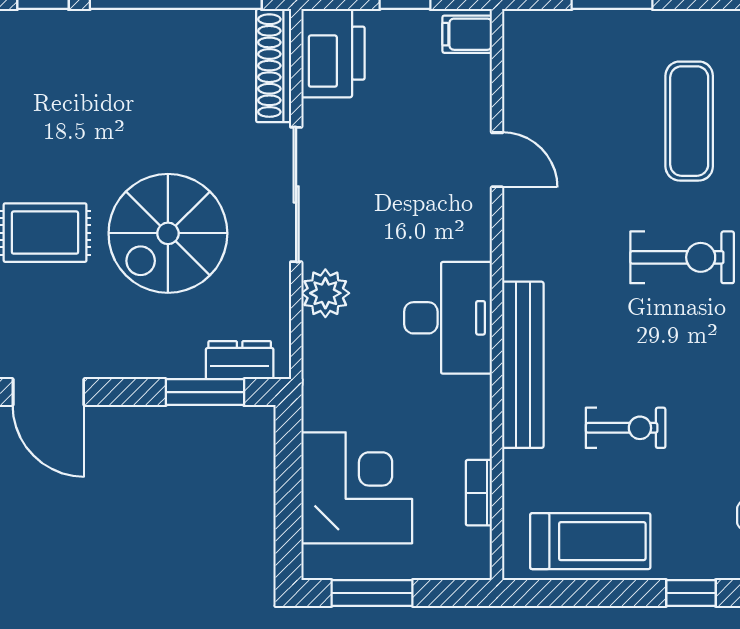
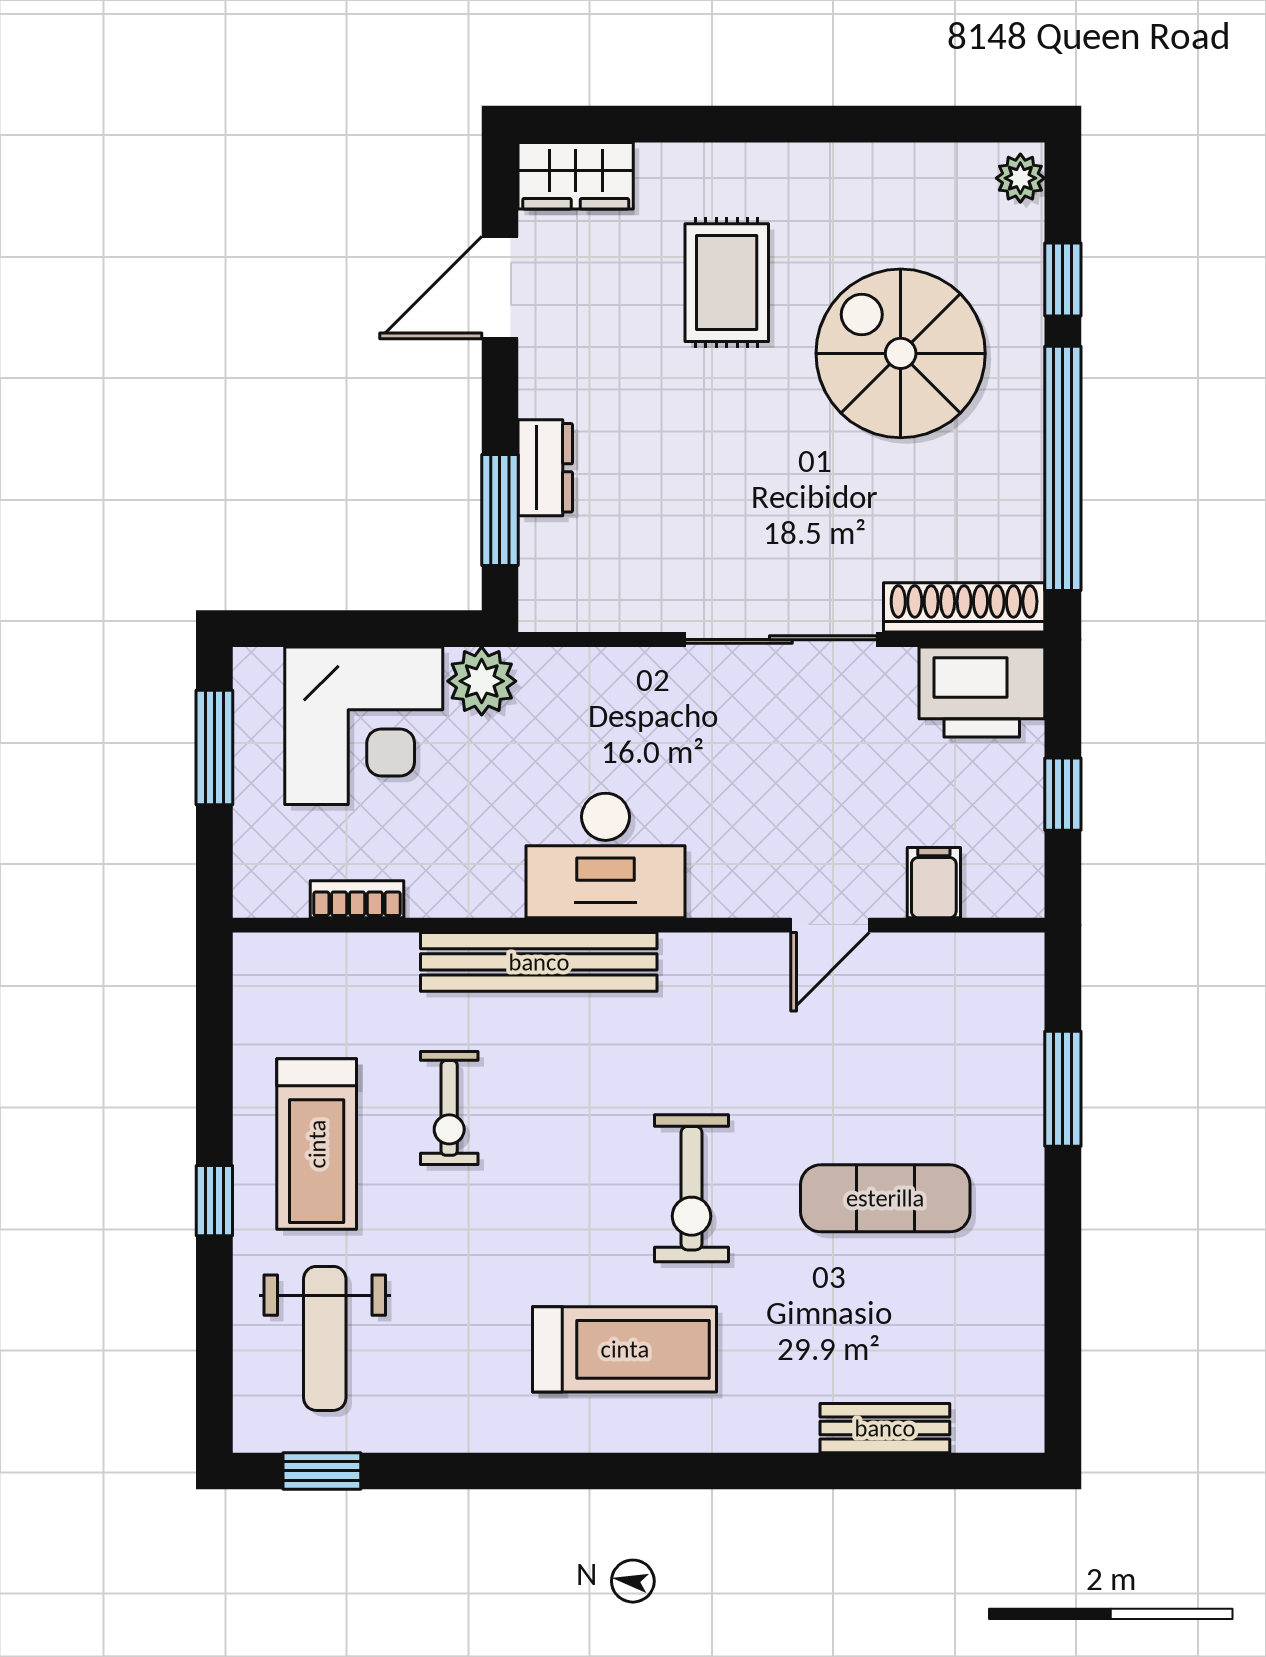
filing cabinet: (467, 34) -> (934, 883), moved
spiral stairs: (168, 233) -> (901, 353), moved
plant: (325, 293) -> (482, 681), moved
dresser: (240, 360) -> (545, 468), moved
treadmill: (590, 541) -> (317, 1144), moved

